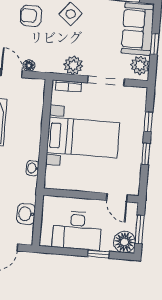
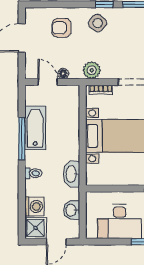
plant: (73, 65) -> (92, 70), moved
washbasin: (33, 168) -> (72, 174), width x1.91, depth x1.45

